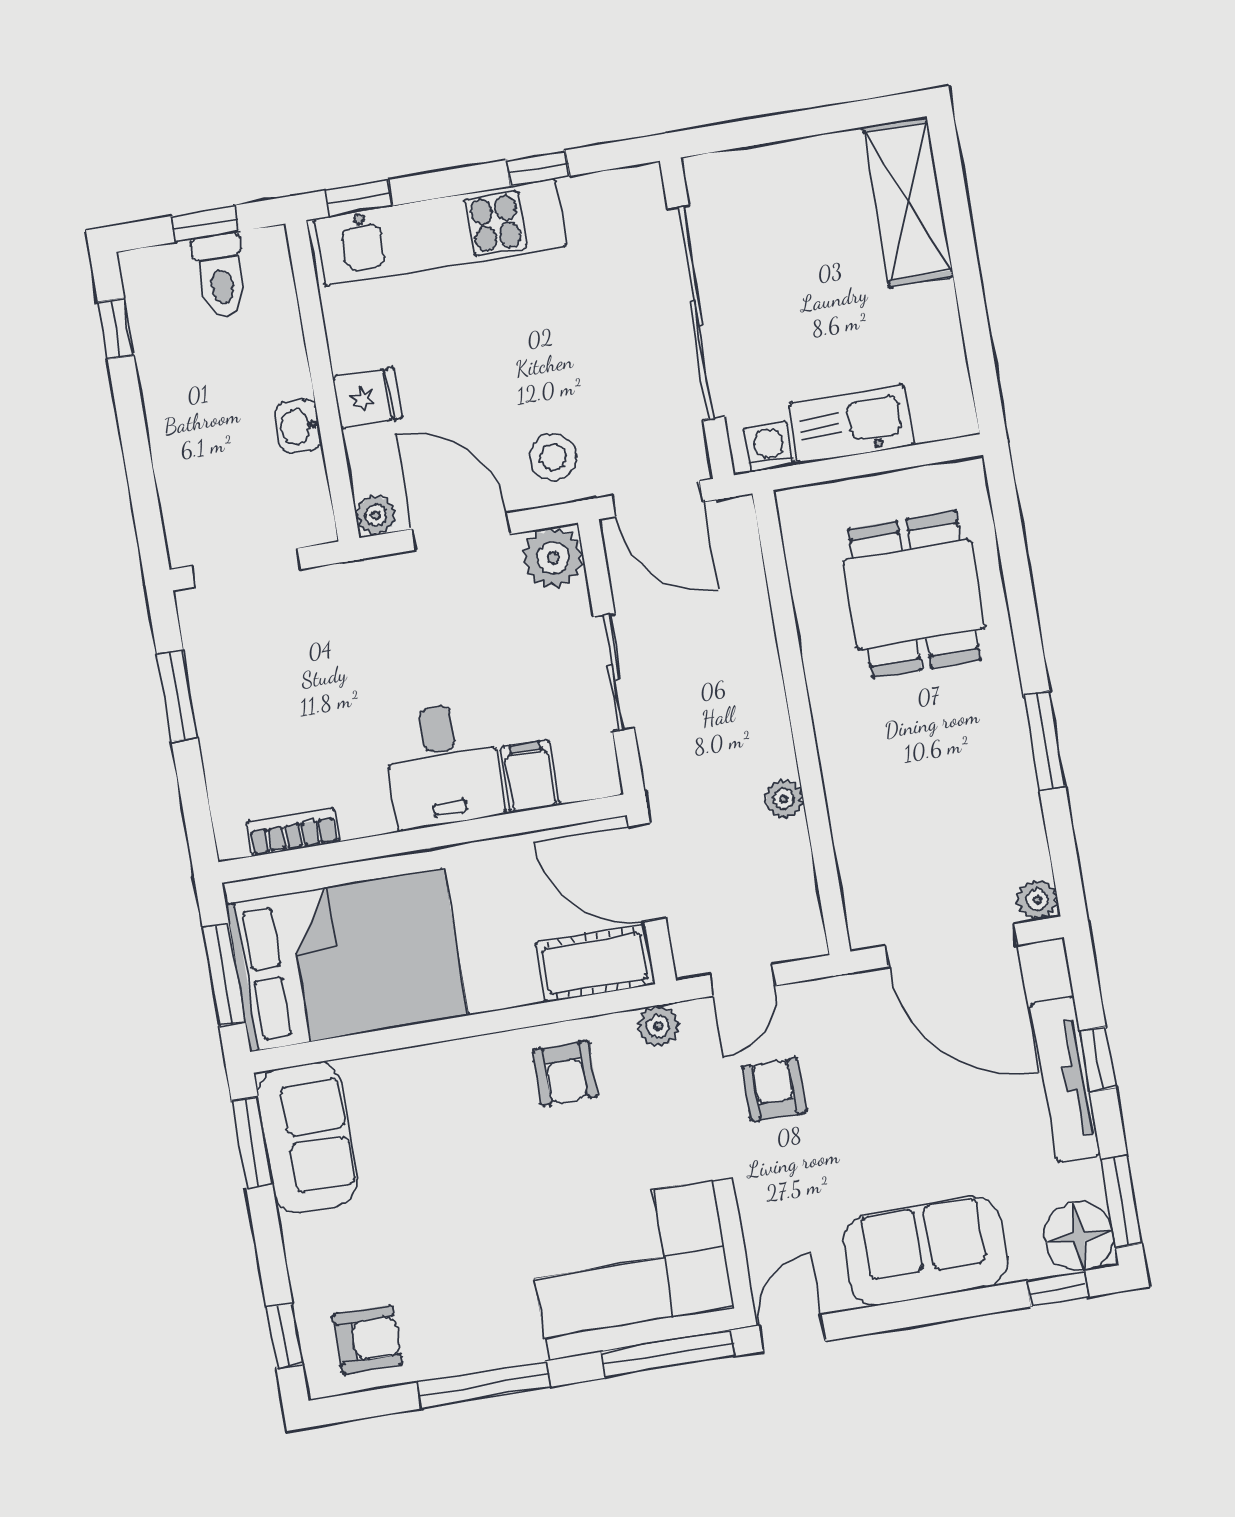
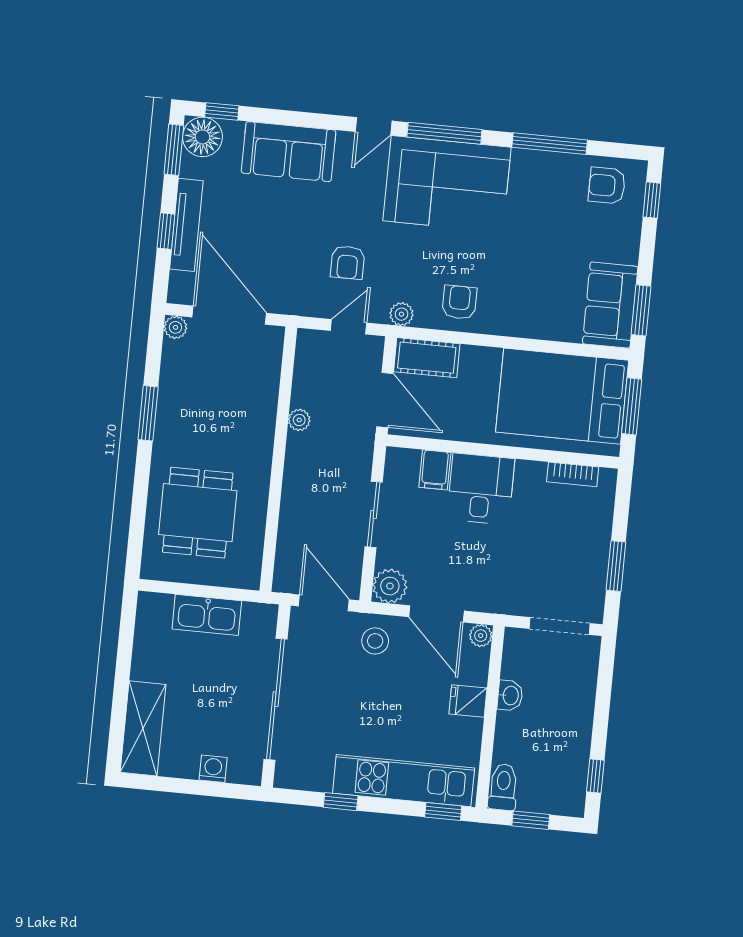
toilet: (221, 275) -> (503, 787), moved
washing machine: (769, 447) -> (213, 769), moved, turned 180

